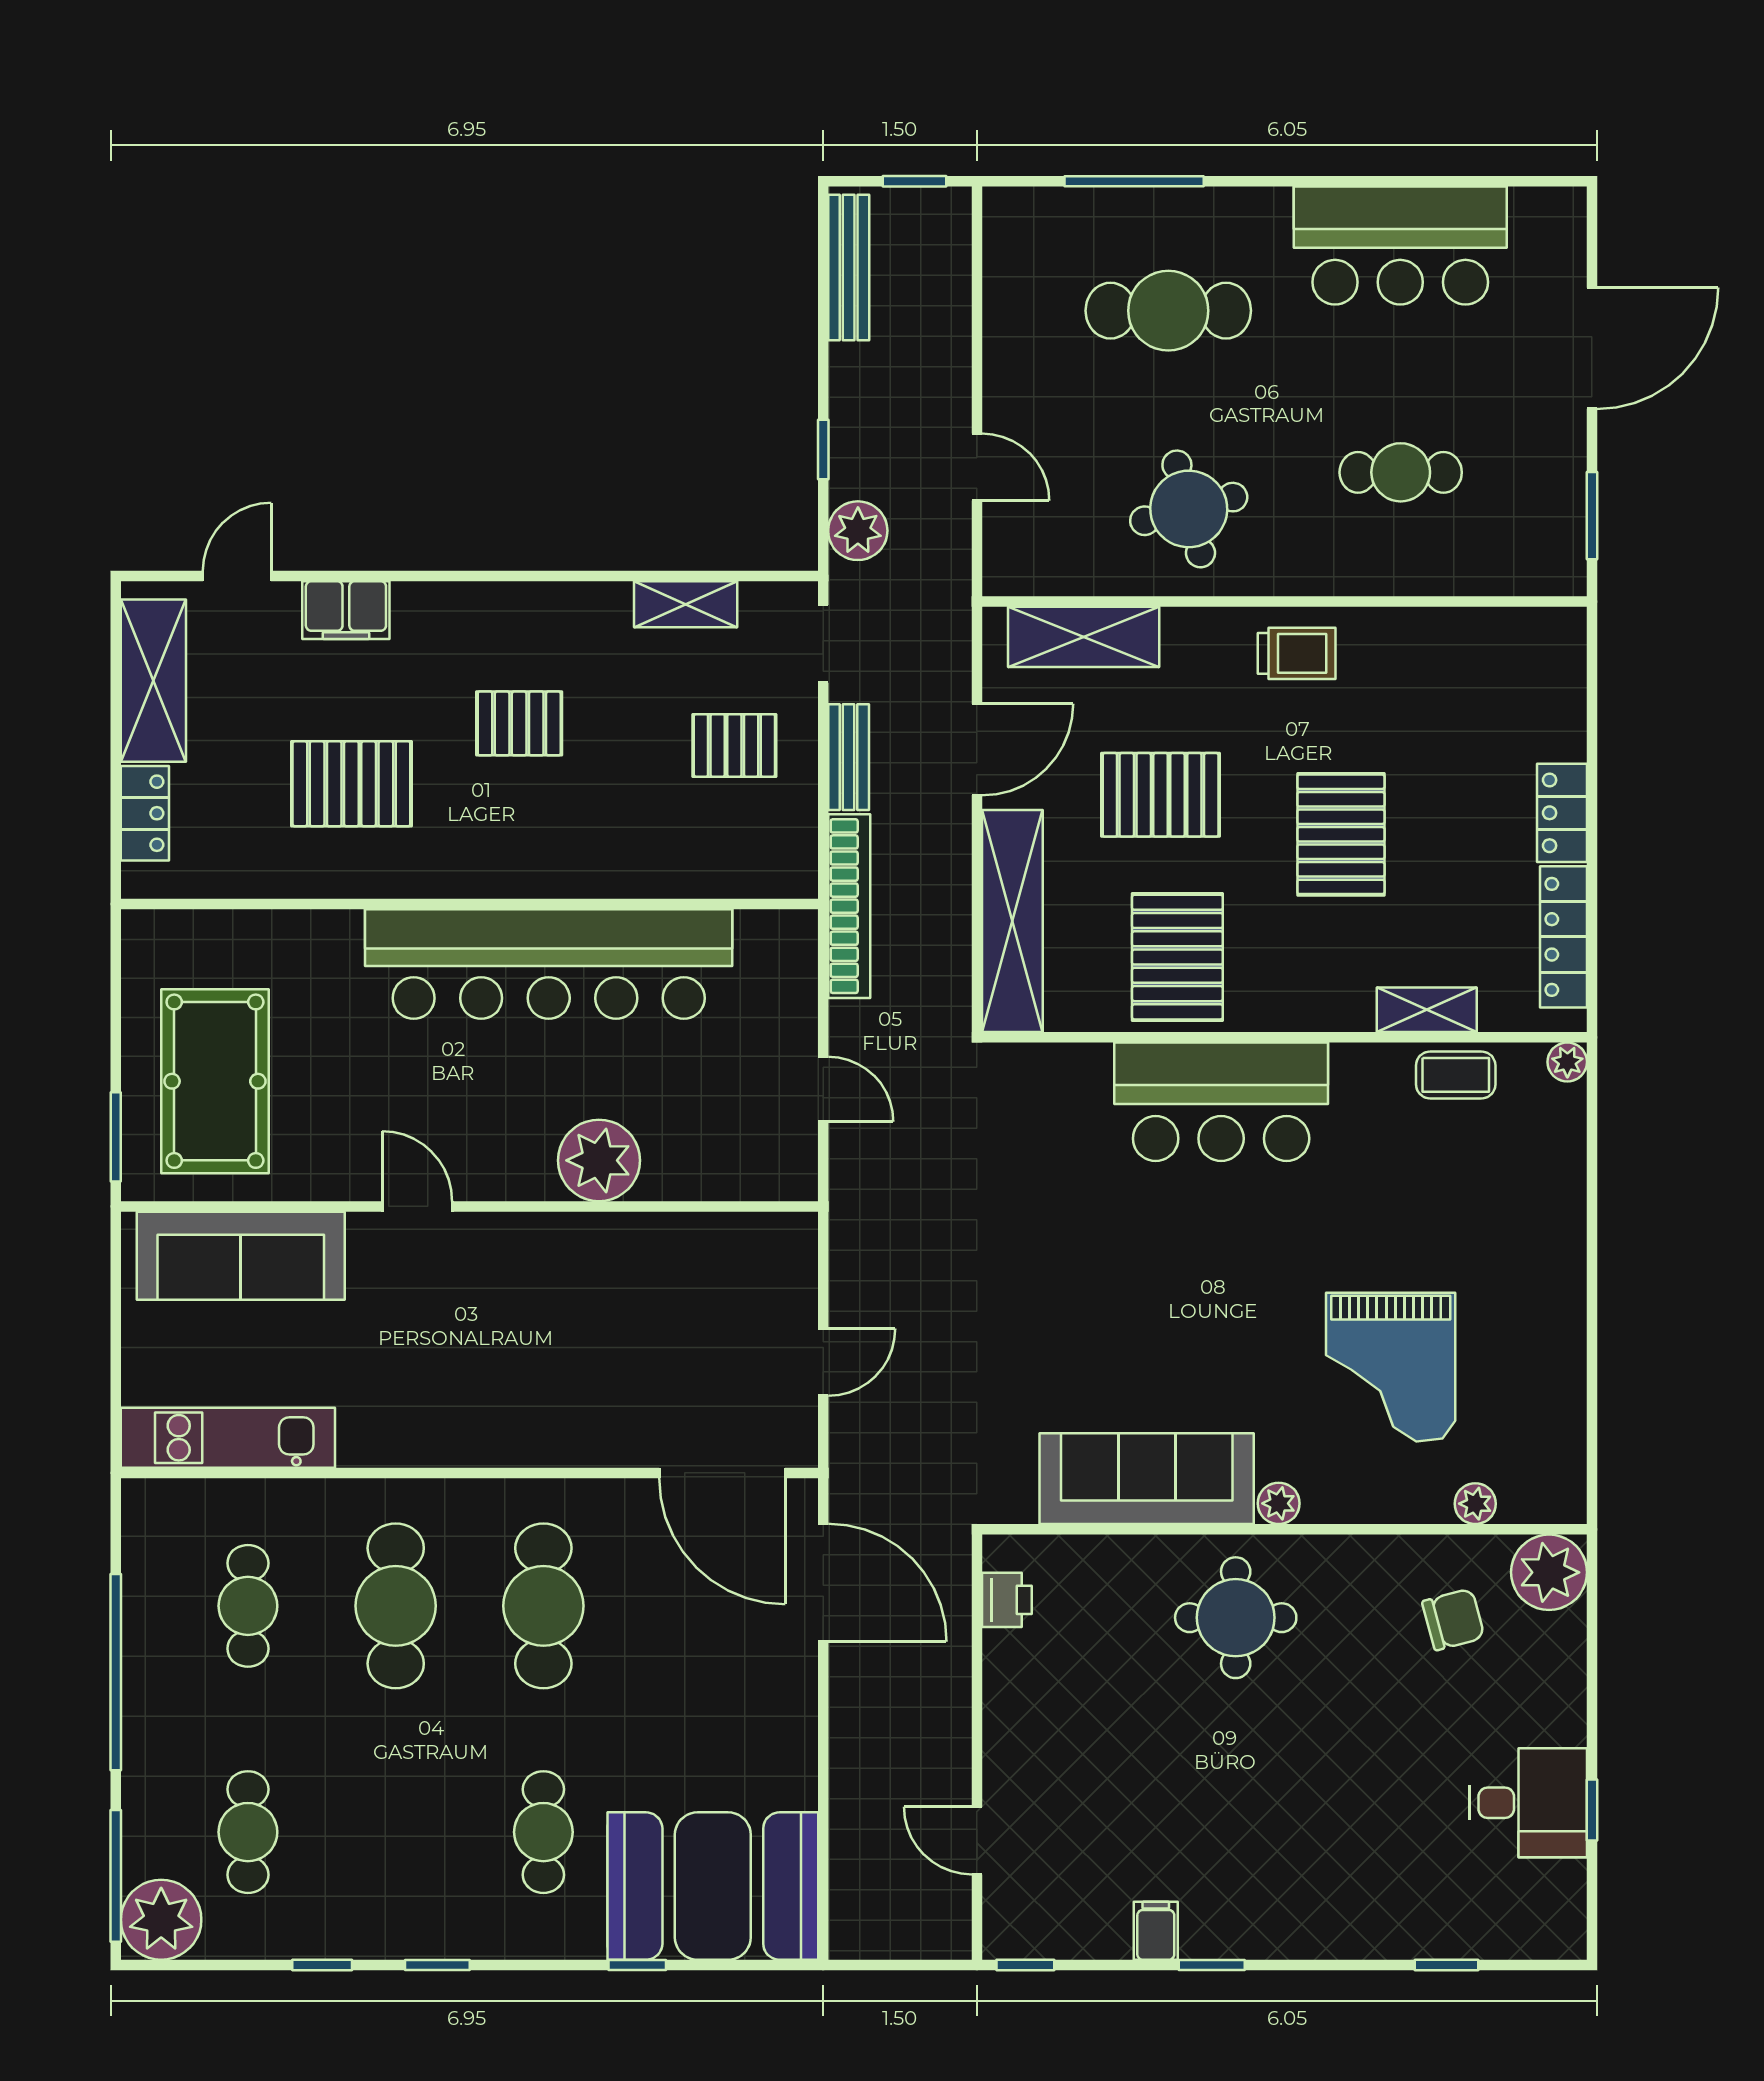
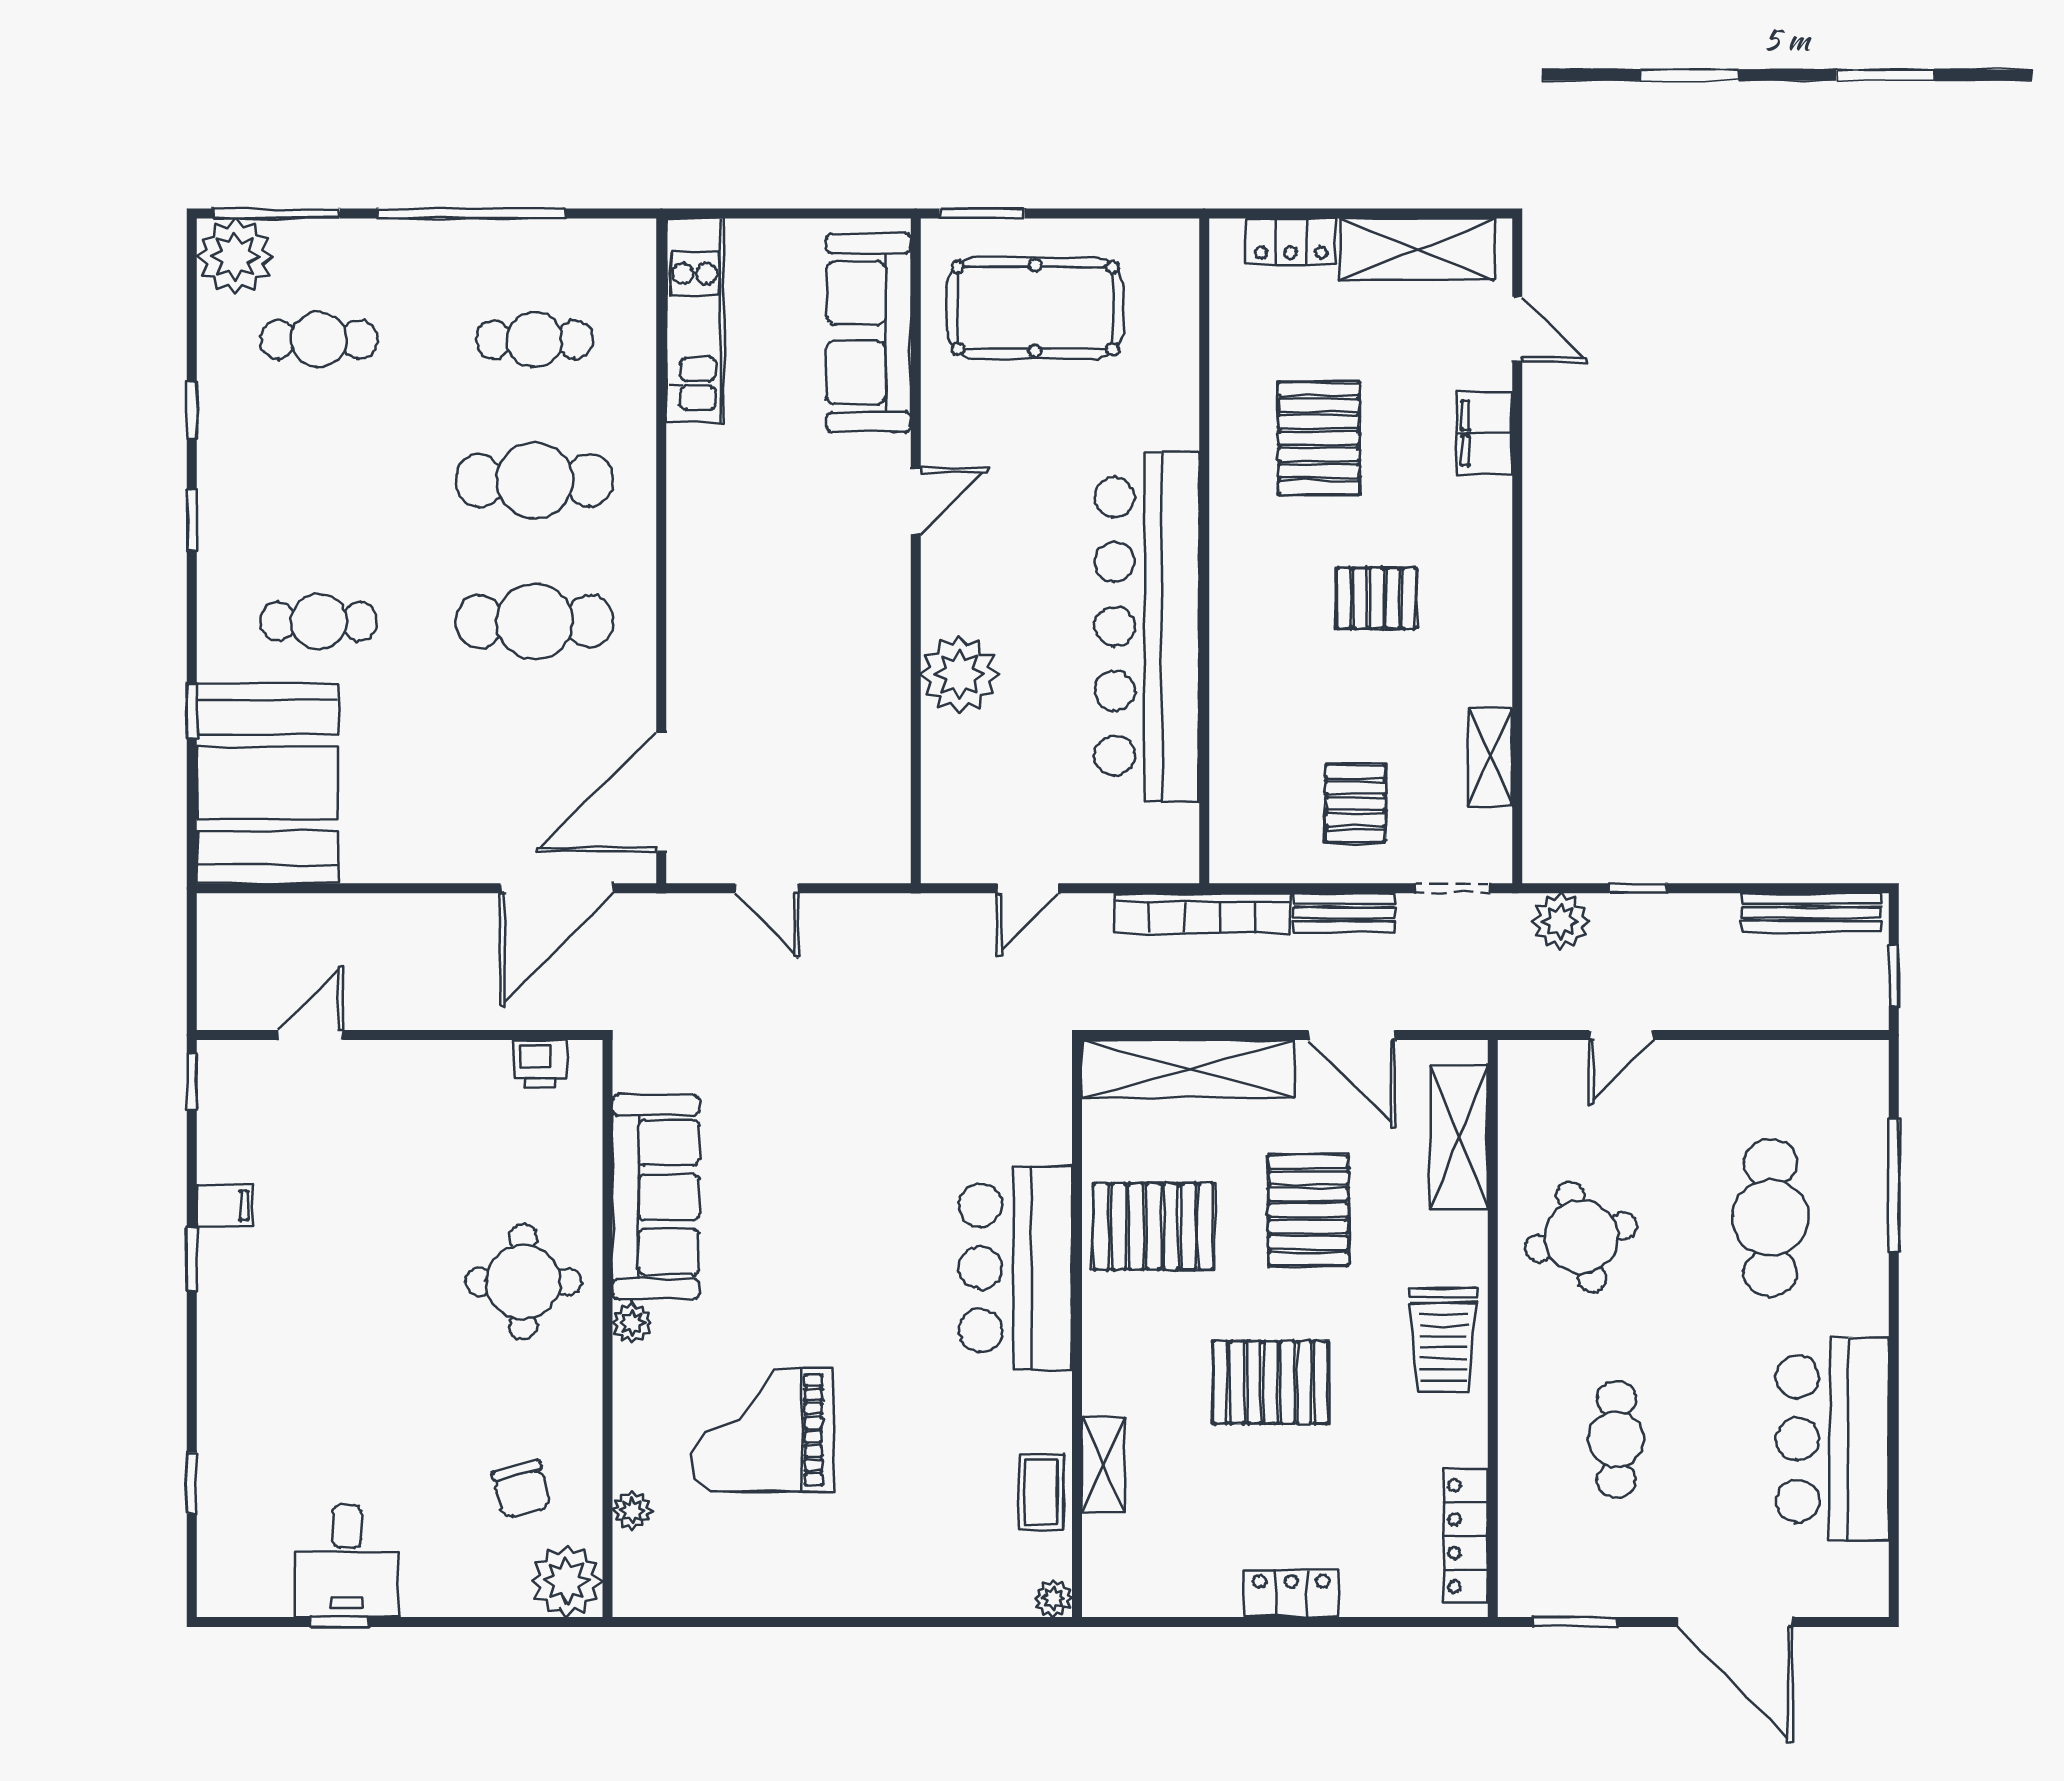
trolley: (1297, 653) -> (1443, 1340), width x1.36, depth x1.39
pallet: (519, 723) -> (1377, 598), turned 90
locker: (1563, 937) -> (1466, 1536), moved, turned -90

